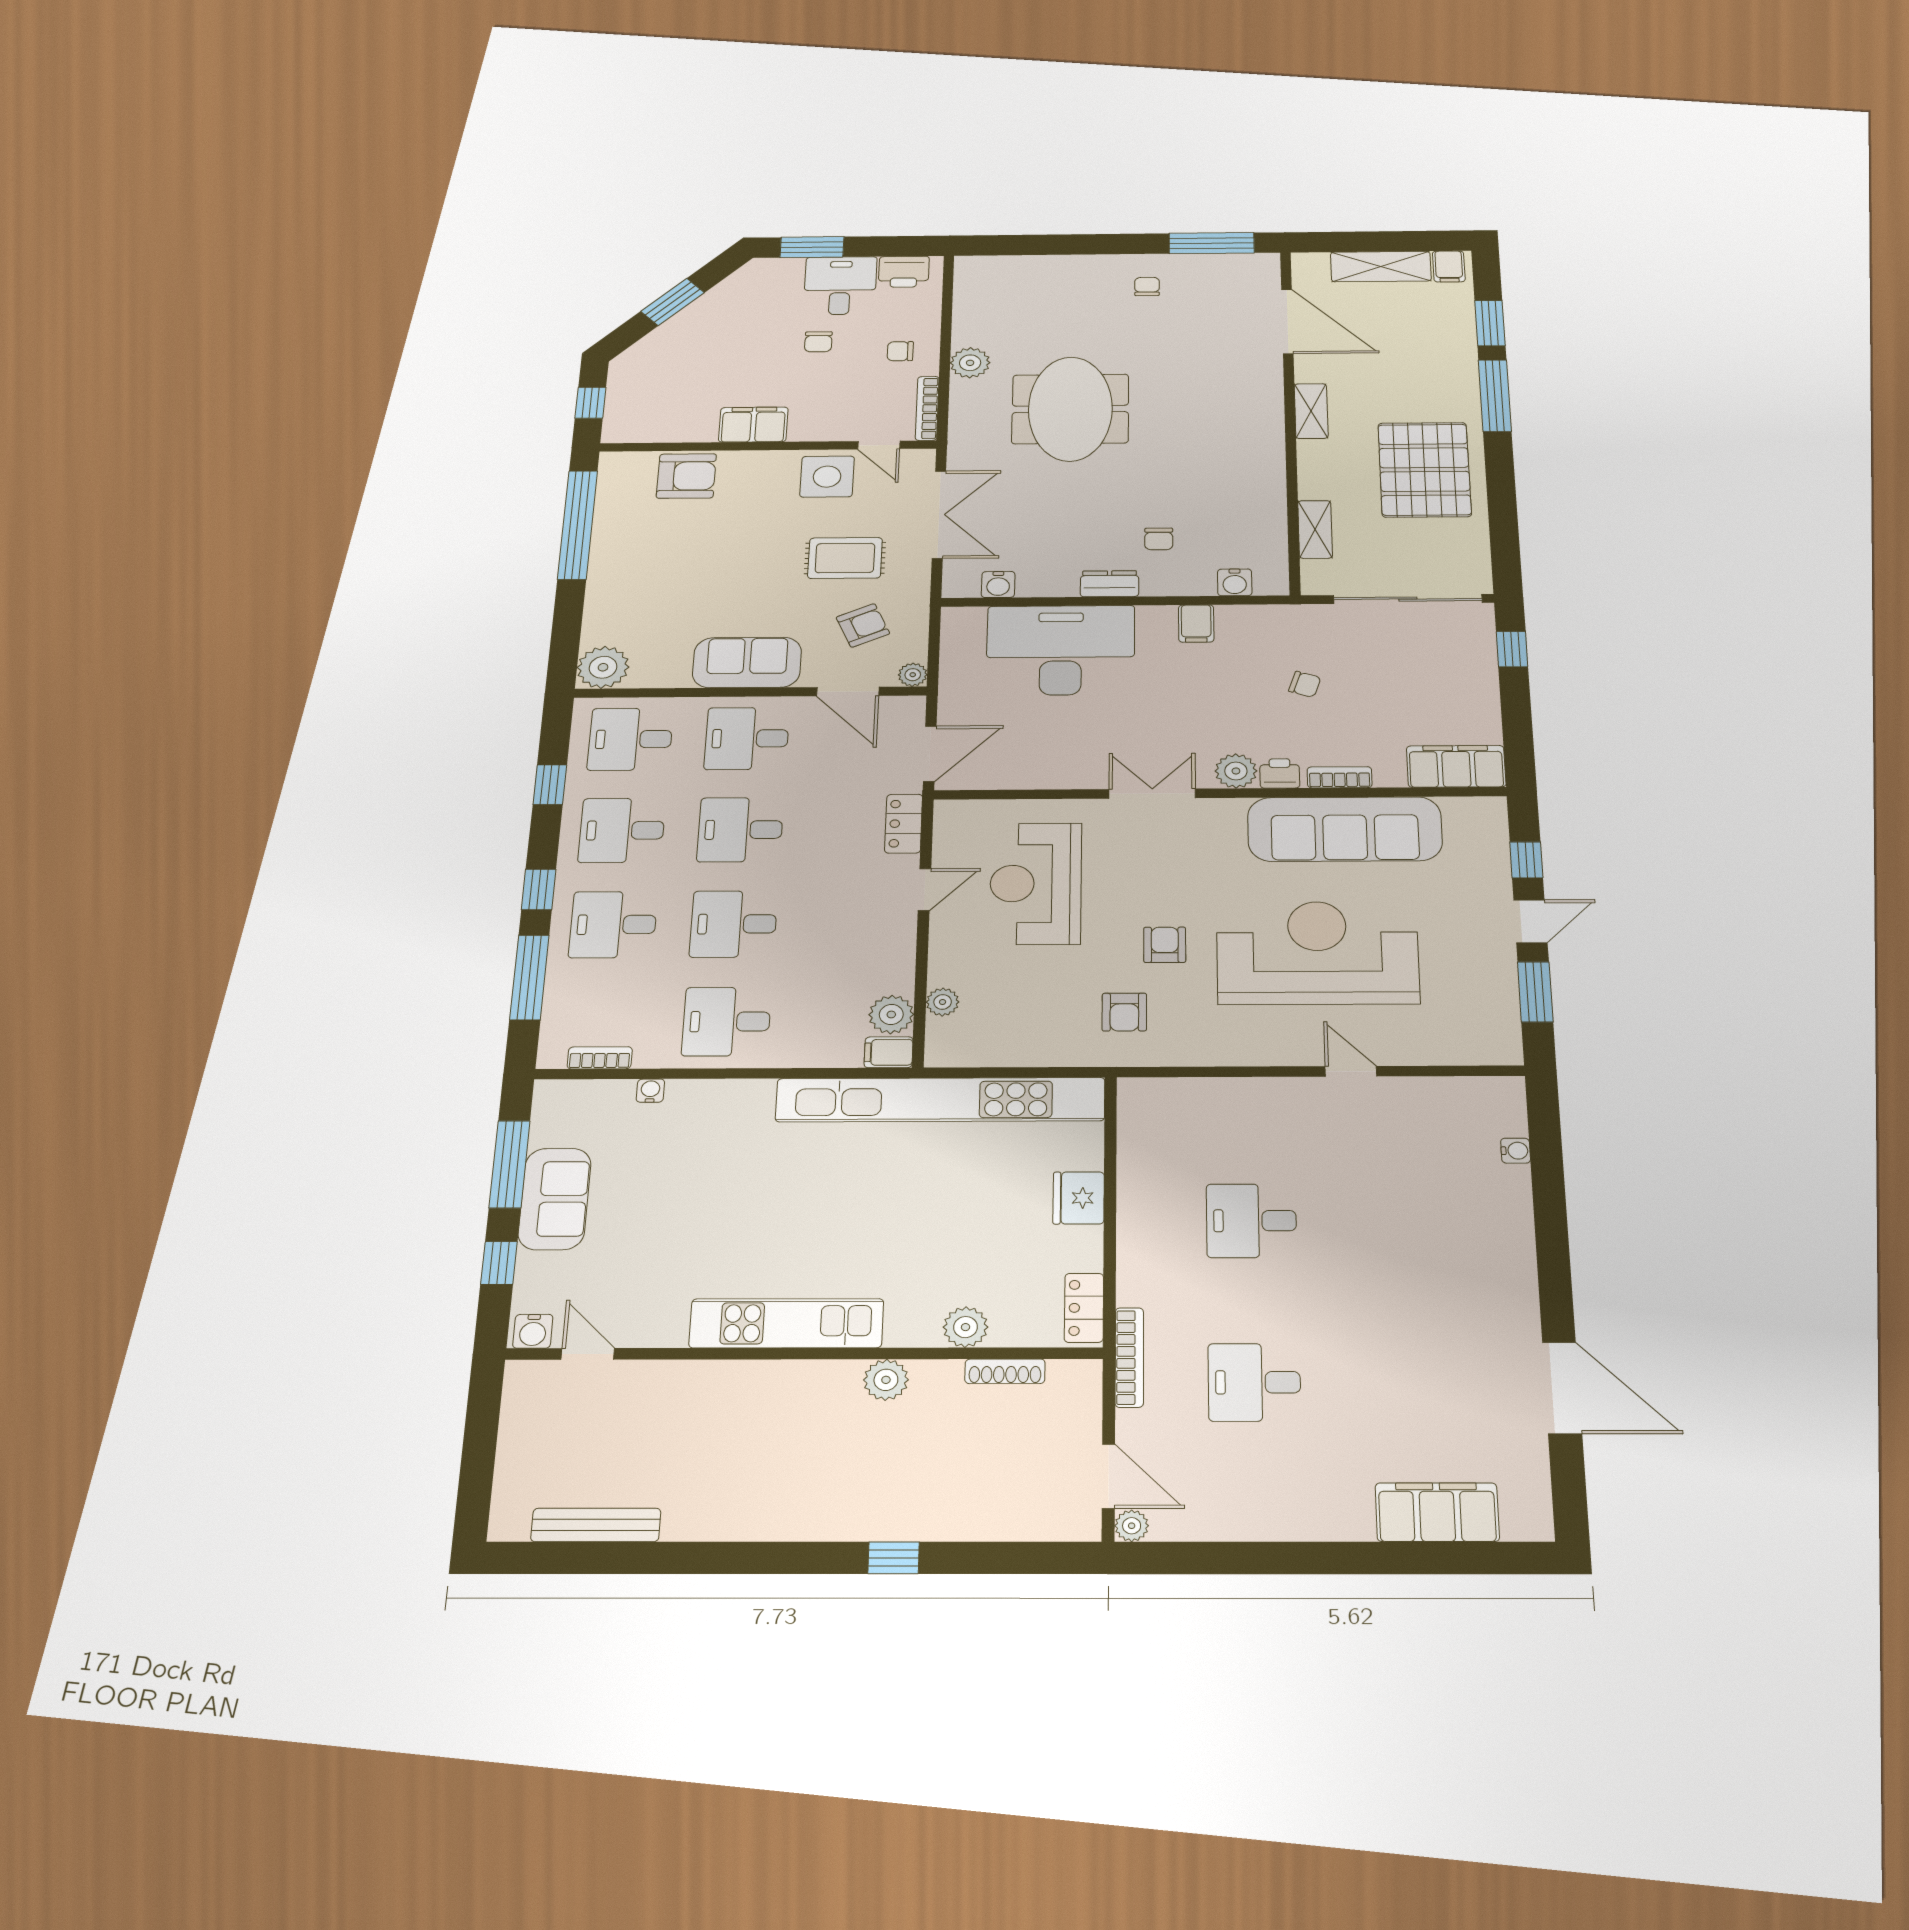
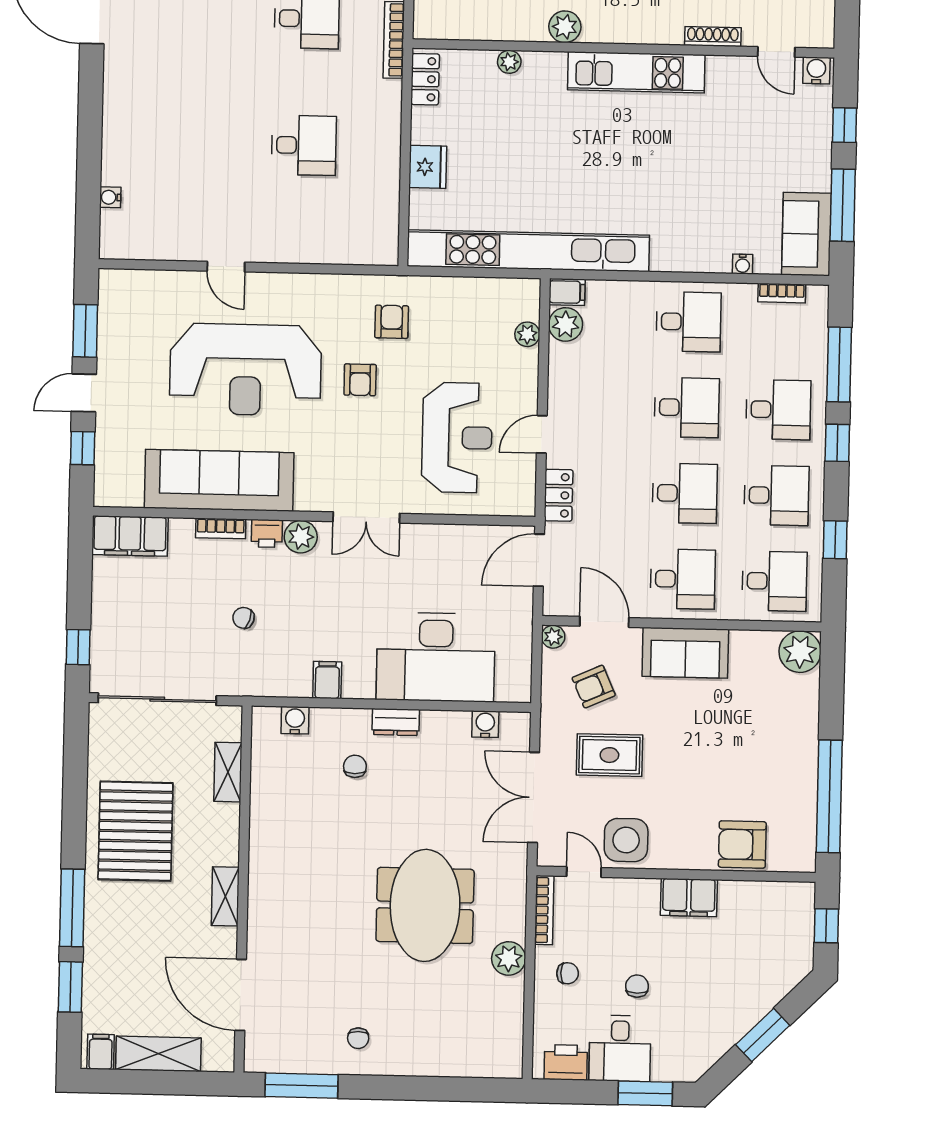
sofa: (555, 1199) -> (806, 234), moved
plant: (965, 1327) -> (509, 62), width x0.73, depth x0.73
shoe rack: (1005, 1371) -> (713, 37), moved

